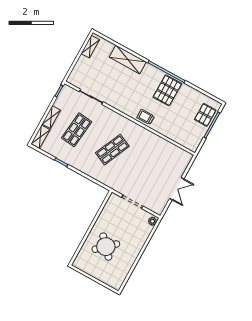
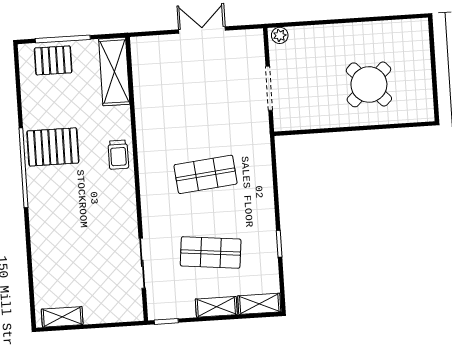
shelving: (128, 59) -> (114, 72), moved
shop shelf: (112, 150) -> (206, 174), turned -30

